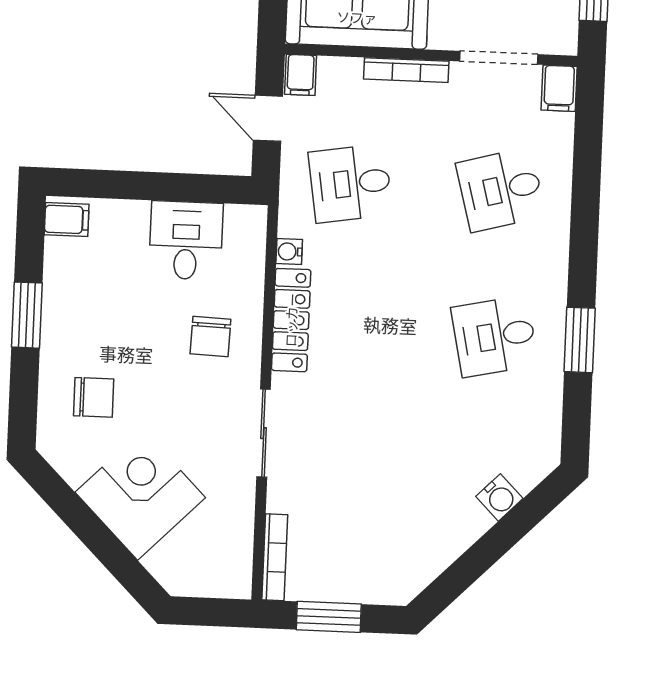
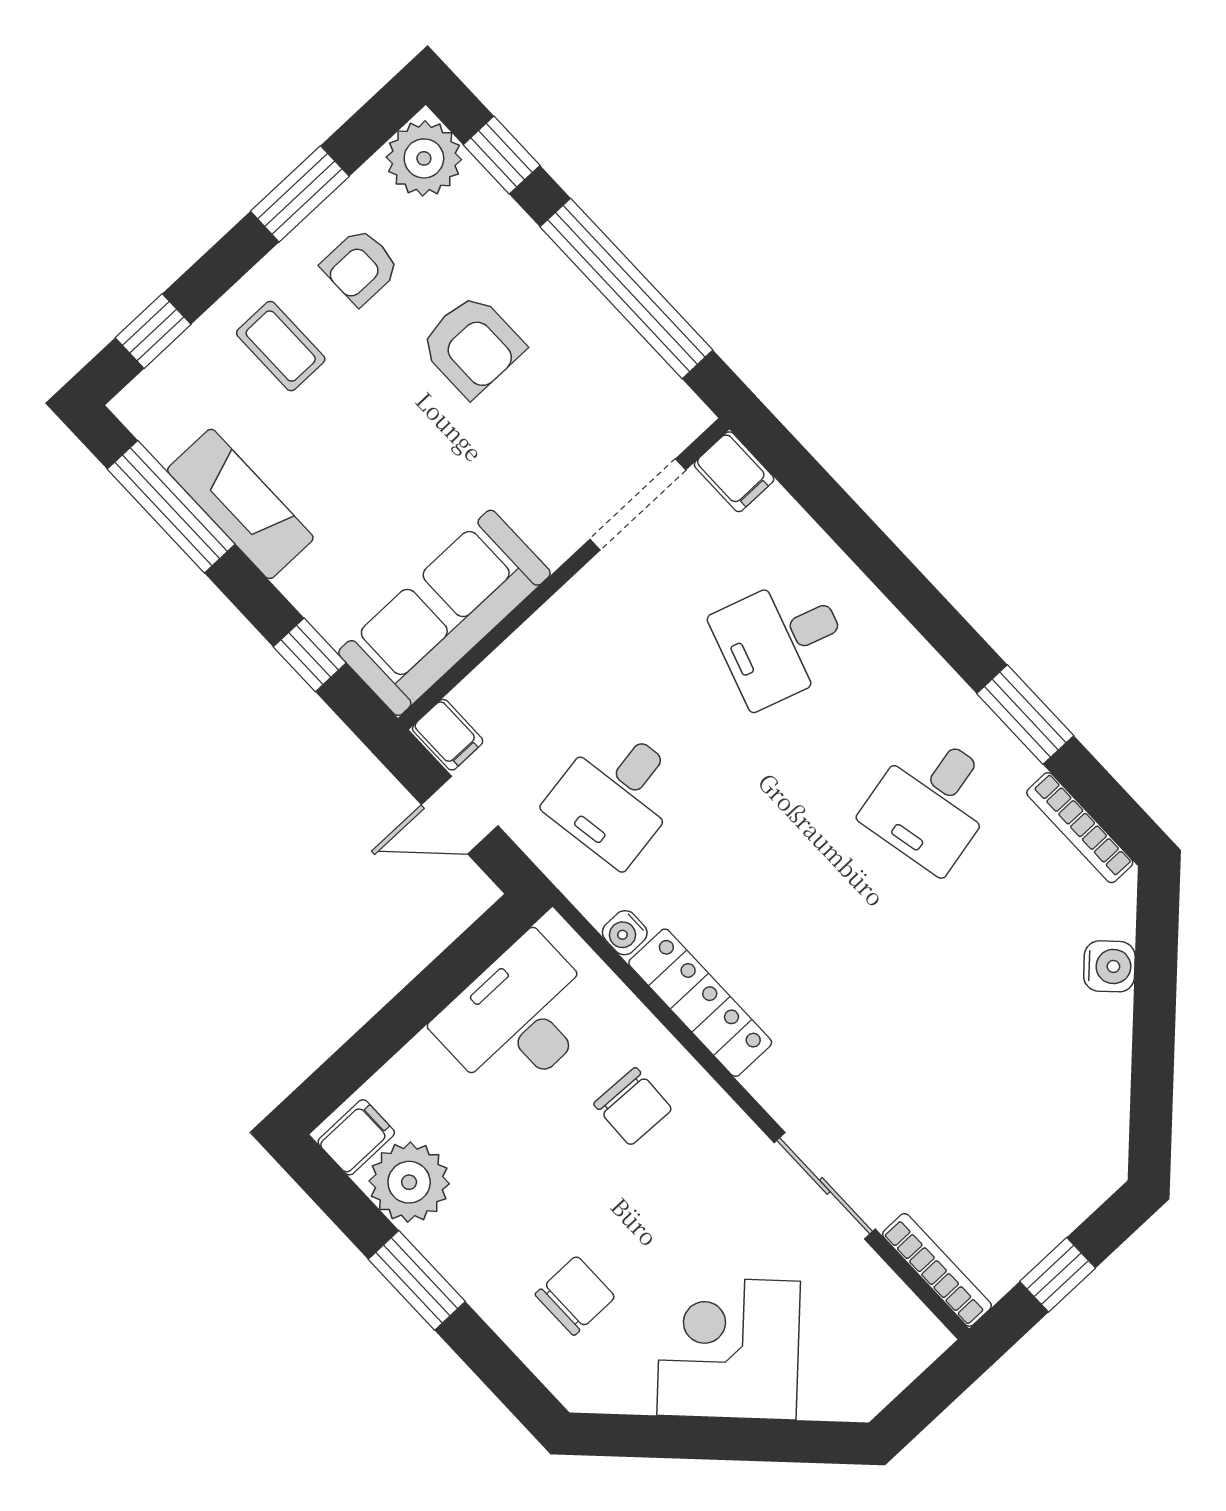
bookcase: (406, 70) -> (1080, 828), moved, turned 90
desk: (501, 190) -> (781, 641), turned 33
desk: (186, 240) -> (519, 1018), width x1.37
plant: (70, 266) -> (409, 1182), added
sliding door: (264, 433) -> (825, 1186), moved
window: (329, 617) -> (1058, 1275), width x0.67

